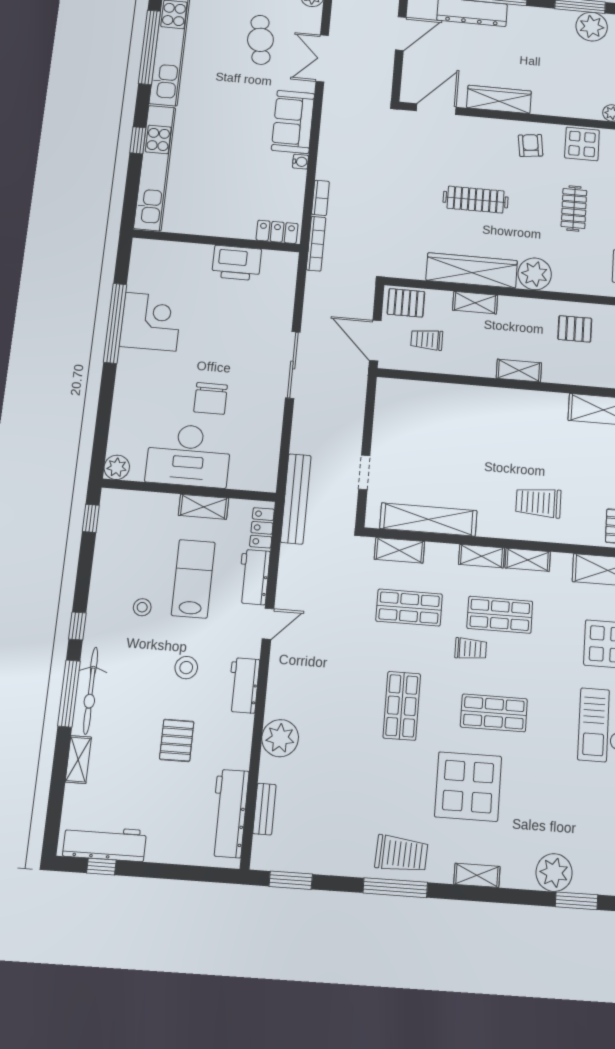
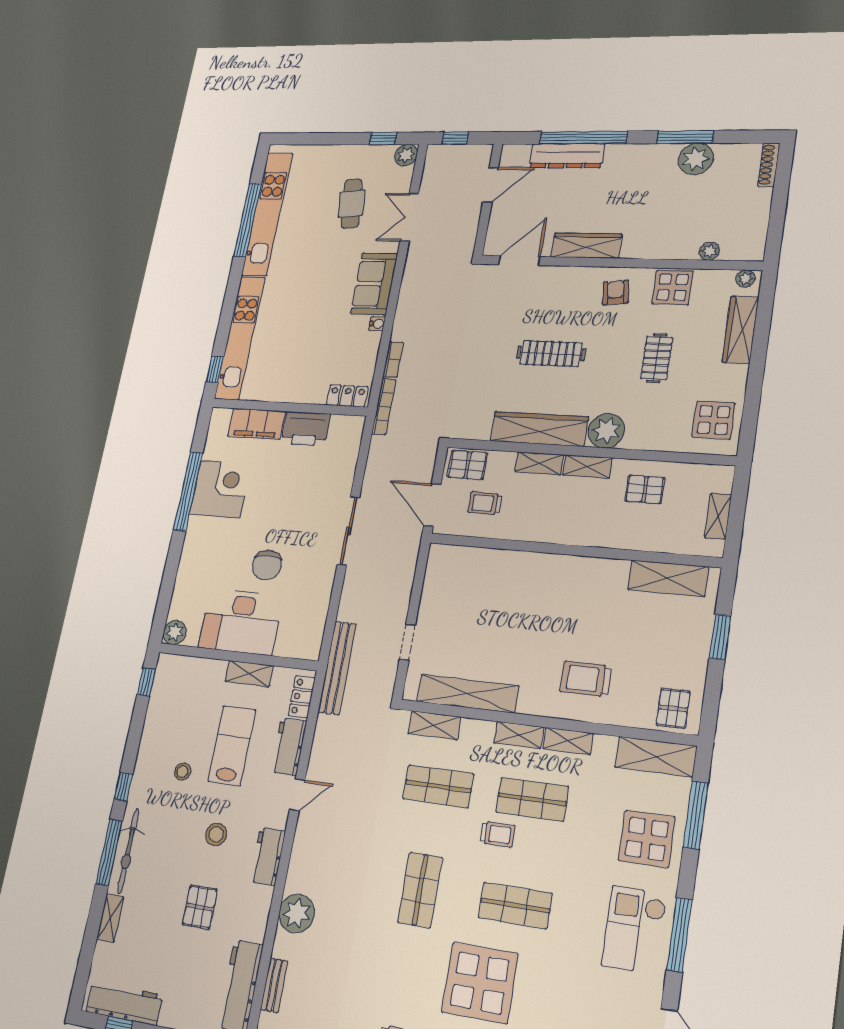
window: (138, 140) -> (215, 369), moved
filing cabinet: (183, 256) -> (256, 424), added
shelving: (519, 371) -> (587, 466), moved

